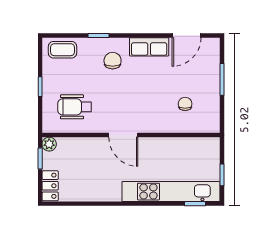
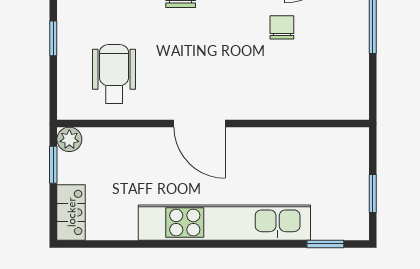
chair: (185, 104) -> (282, 27), moved
wheelchair: (75, 107) -> (114, 74), turned 90
kitchen unit: (171, 192) -> (224, 223), moved

